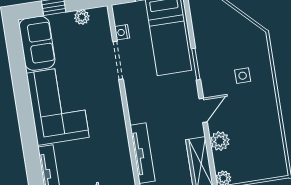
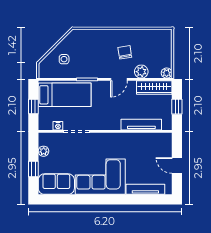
side table: (243, 76) -> (64, 59), moved
door: (203, 110) -> (119, 79), swing flipped
chair: (244, 113) -> (125, 52), added

